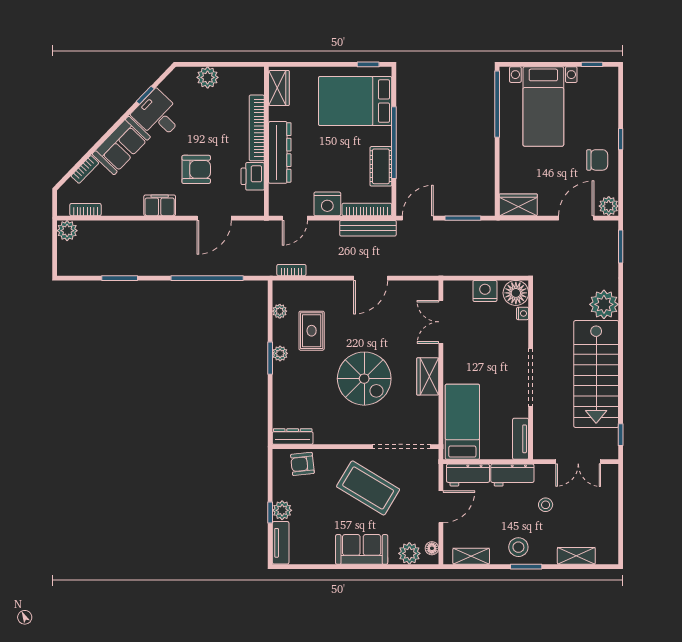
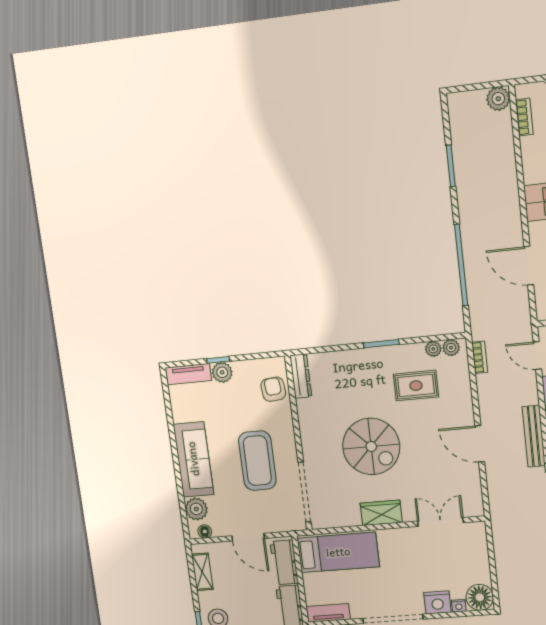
nightstand: (485, 291) -> (437, 602), moved, turned 90
plant: (280, 353) -> (451, 348), moved
spiral stairs: (364, 379) -> (371, 446), turned -90
coffee table: (368, 488) -> (257, 461), turned -31
sofa: (362, 549) -> (193, 459), width x1.36

